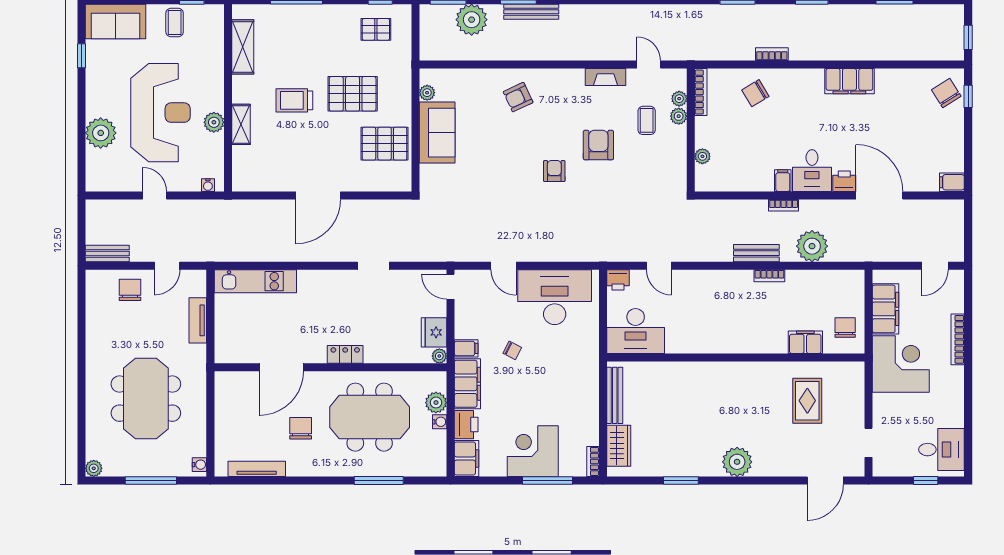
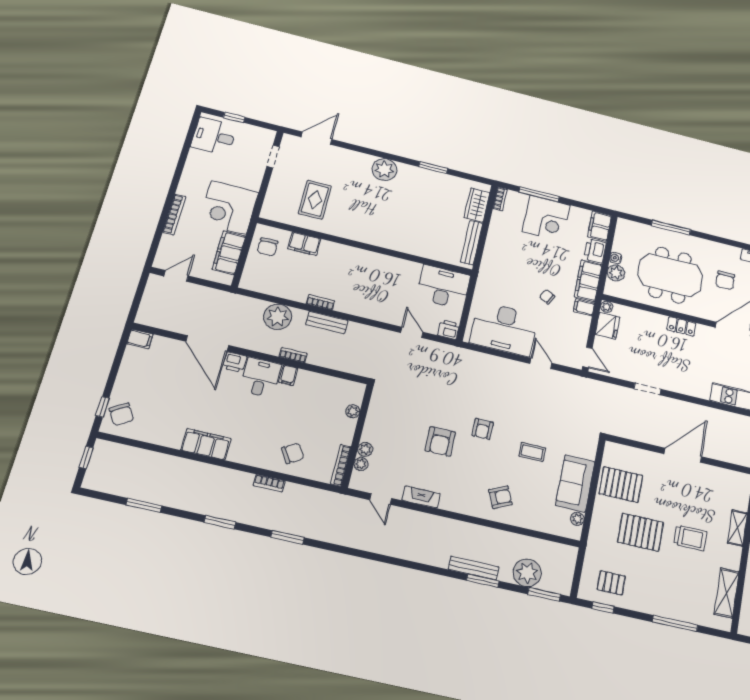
coffee table: (647, 120) -> (532, 452), moved, turned 90

